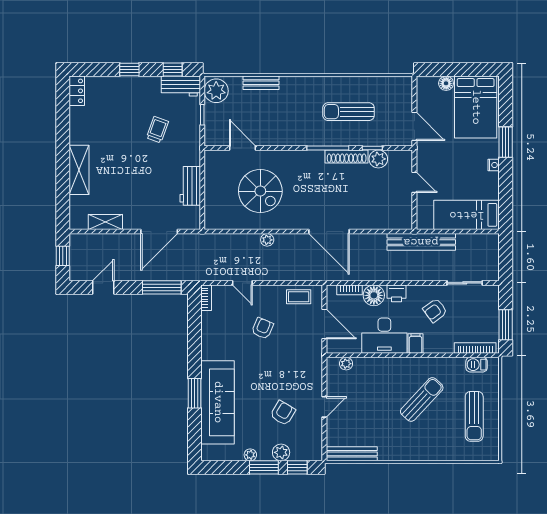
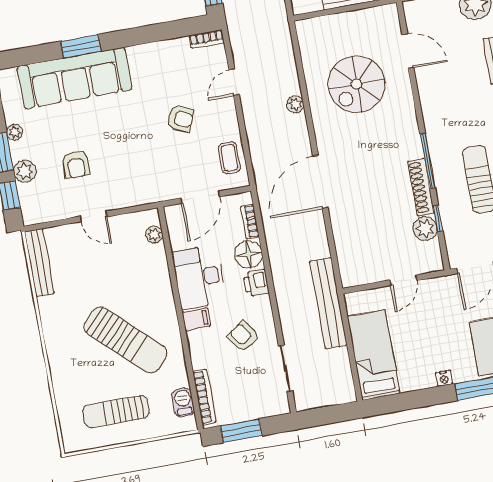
door: (242, 148) -> (408, 51), hinge flipped
sun lounger: (422, 399) -> (126, 340), width x1.36, depth x1.34
armchair: (283, 413) -> (76, 164), turned 59

